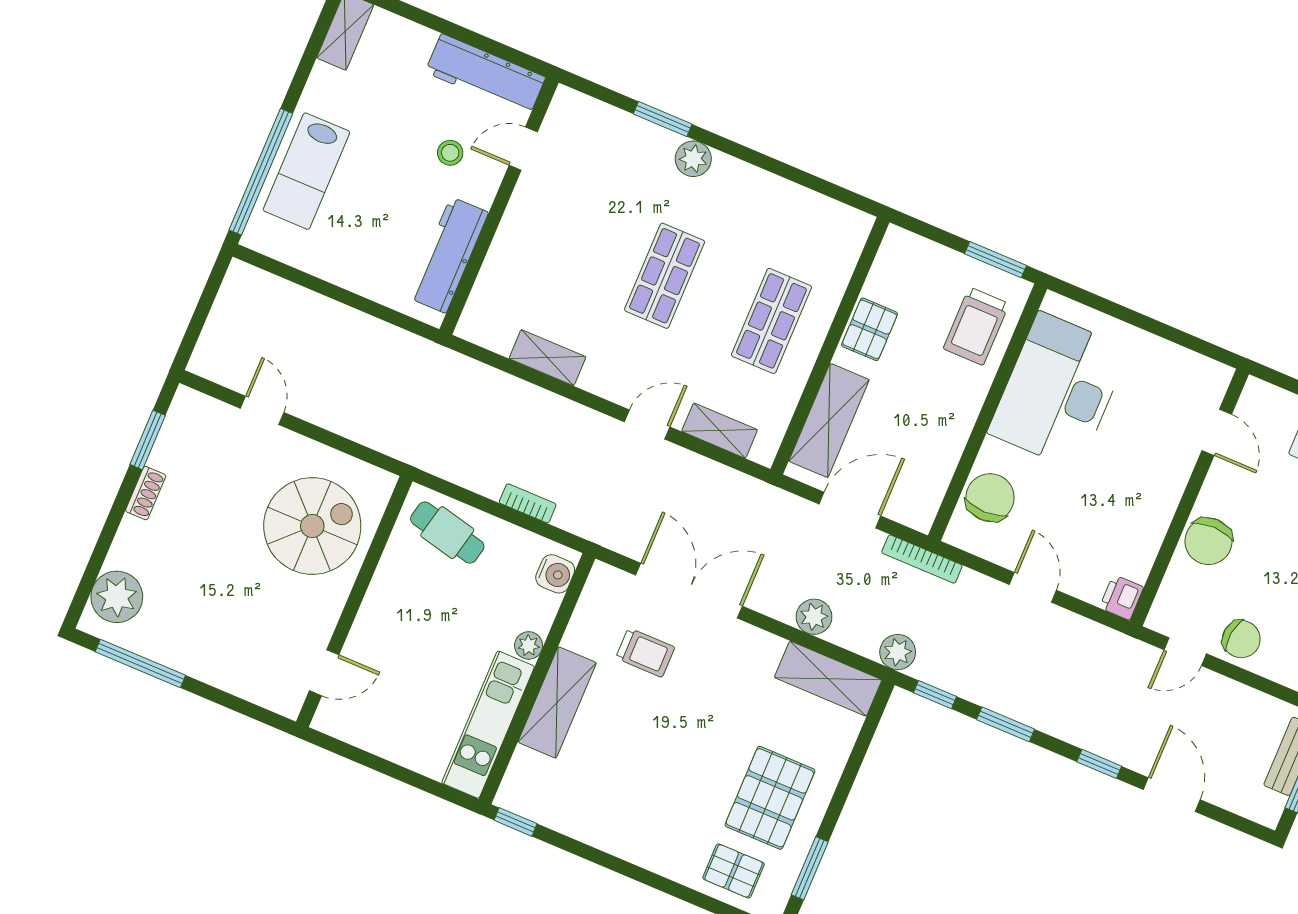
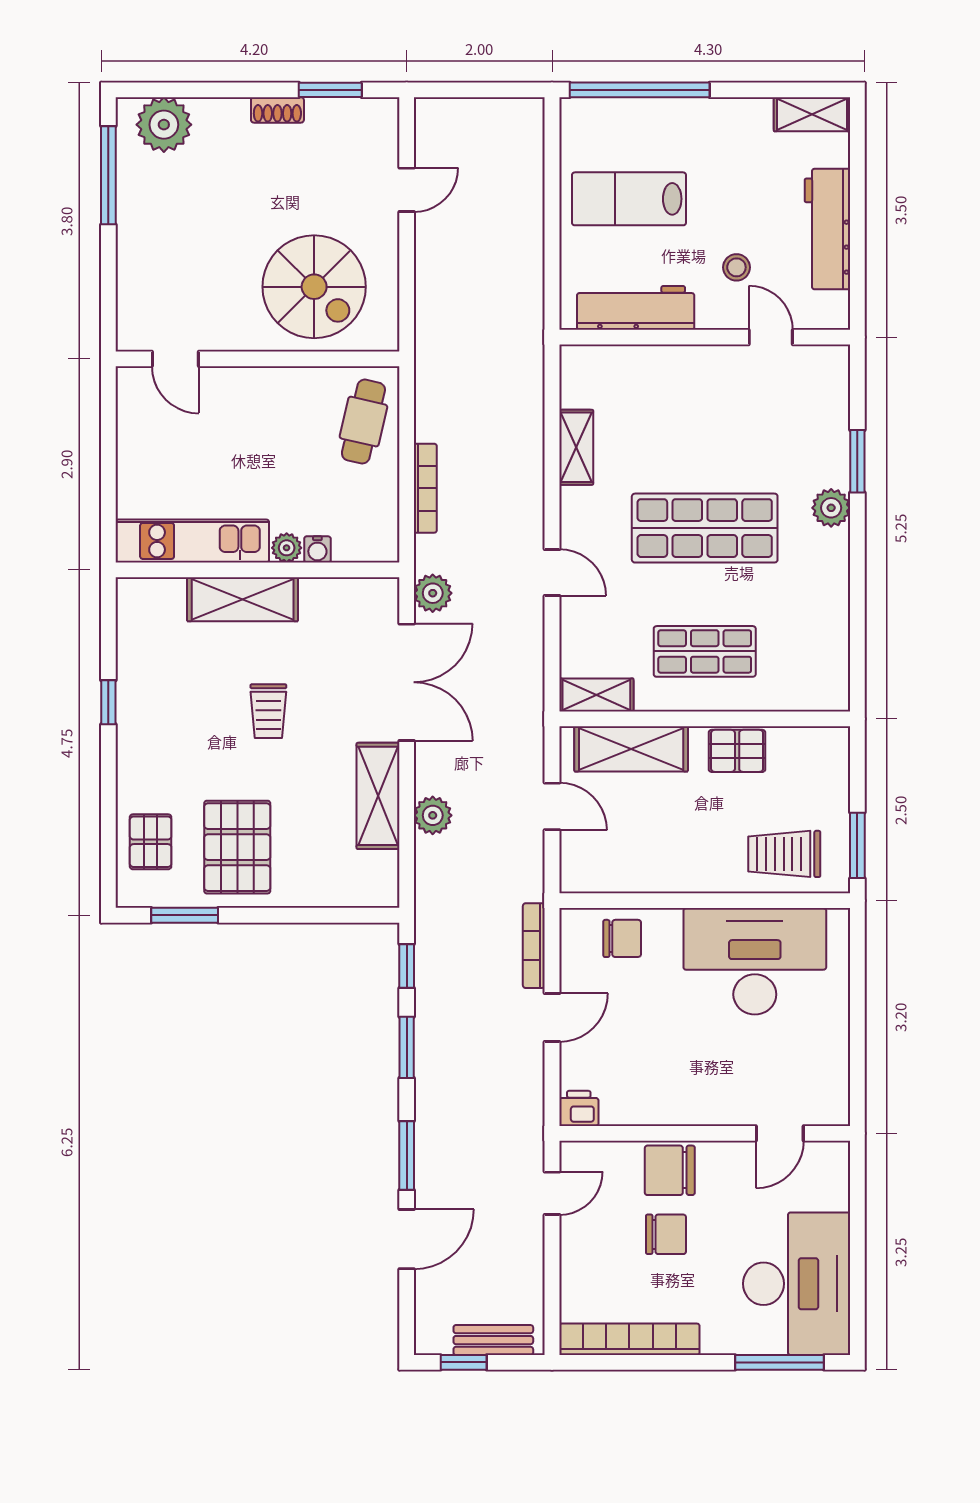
workbench: (485, 75) -> (827, 229), moved
lab bench: (306, 171) -> (629, 199), moved
shop shelf: (665, 276) -> (705, 528), width x1.43, depth x1.36
shelving: (720, 431) -> (596, 695), moved, turned 90
chair: (990, 498) -> (622, 938), width x0.73, depth x0.73
bookcase: (528, 503) -> (425, 488), width x1.56
door: (850, 510) -> (552, 806), width x0.73
bookcase: (922, 559) -> (534, 946), moved
water cooler: (555, 574) -> (317, 549), moved, width x0.72, depth x0.72
chair: (1241, 639) -> (666, 1234), moved, turned -97
plant: (898, 652) -> (433, 593), moved
door: (1185, 652) -> (552, 1193), swing flipped
trolley: (645, 653) -> (268, 711), moved
shelving: (828, 679) -> (378, 796), moved
window: (1099, 764) -> (407, 1155), width x1.50
pallet: (770, 798) -> (237, 847), turned 90
window: (516, 822) -> (108, 702), moved

